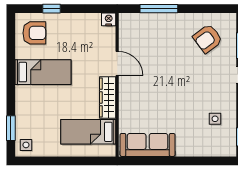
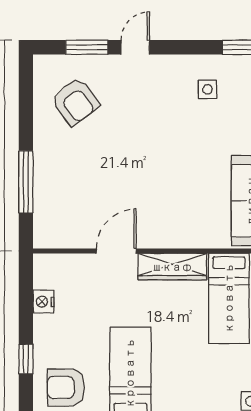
nightstand: (109, 19) -> (44, 302), moved
armchair: (34, 33) -> (66, 387), turned -90

